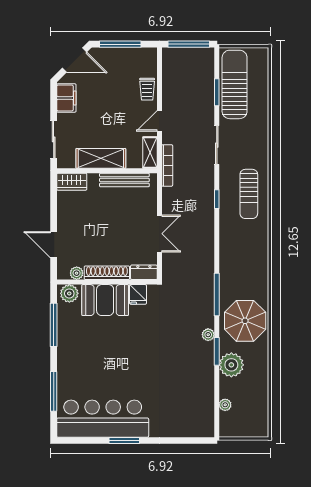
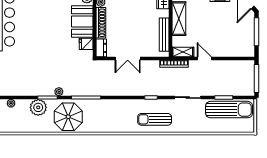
trolley: (147, 89) -> (226, 50), removed

